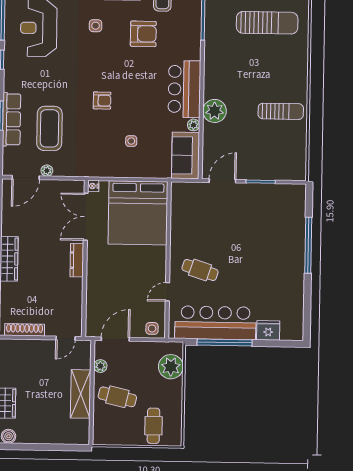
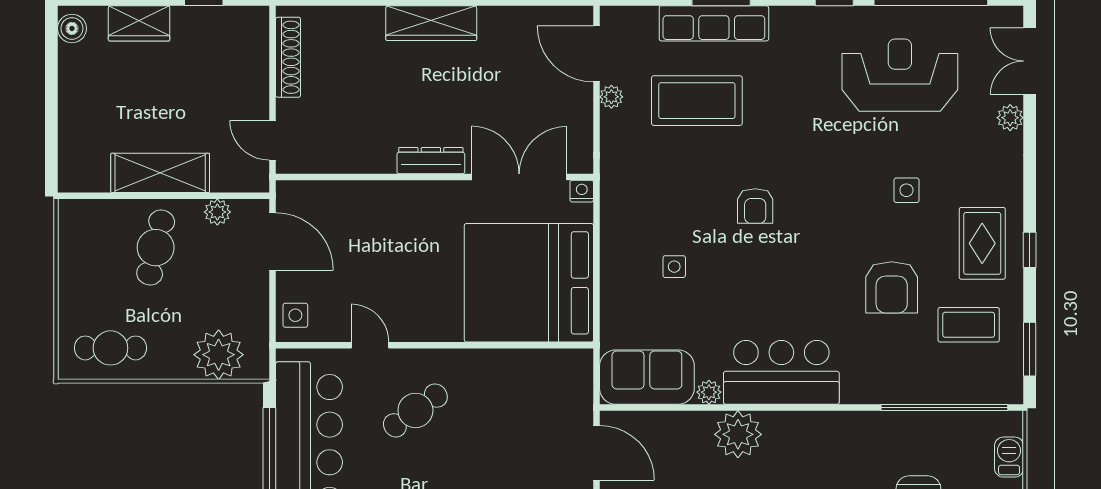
cafe table: (200, 270) -> (415, 410), turned 36
cafe table: (153, 426) -> (110, 348), moved

